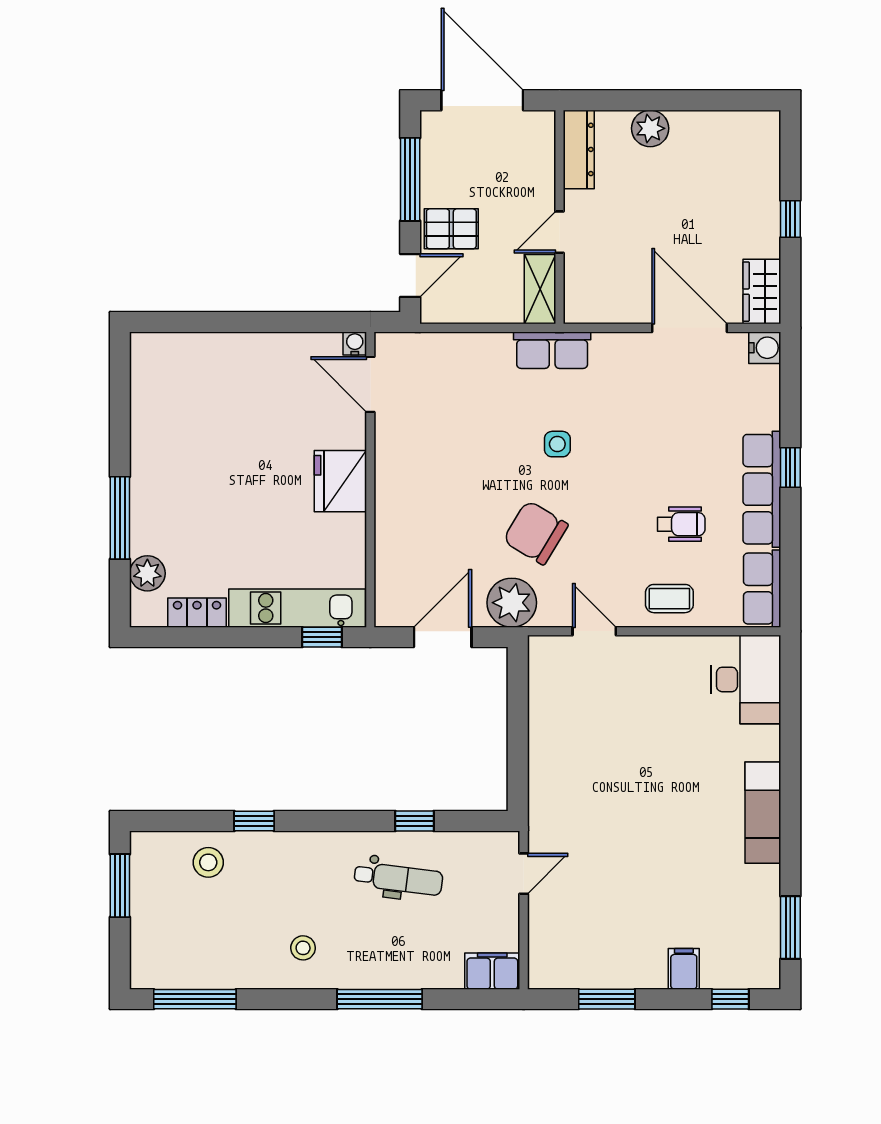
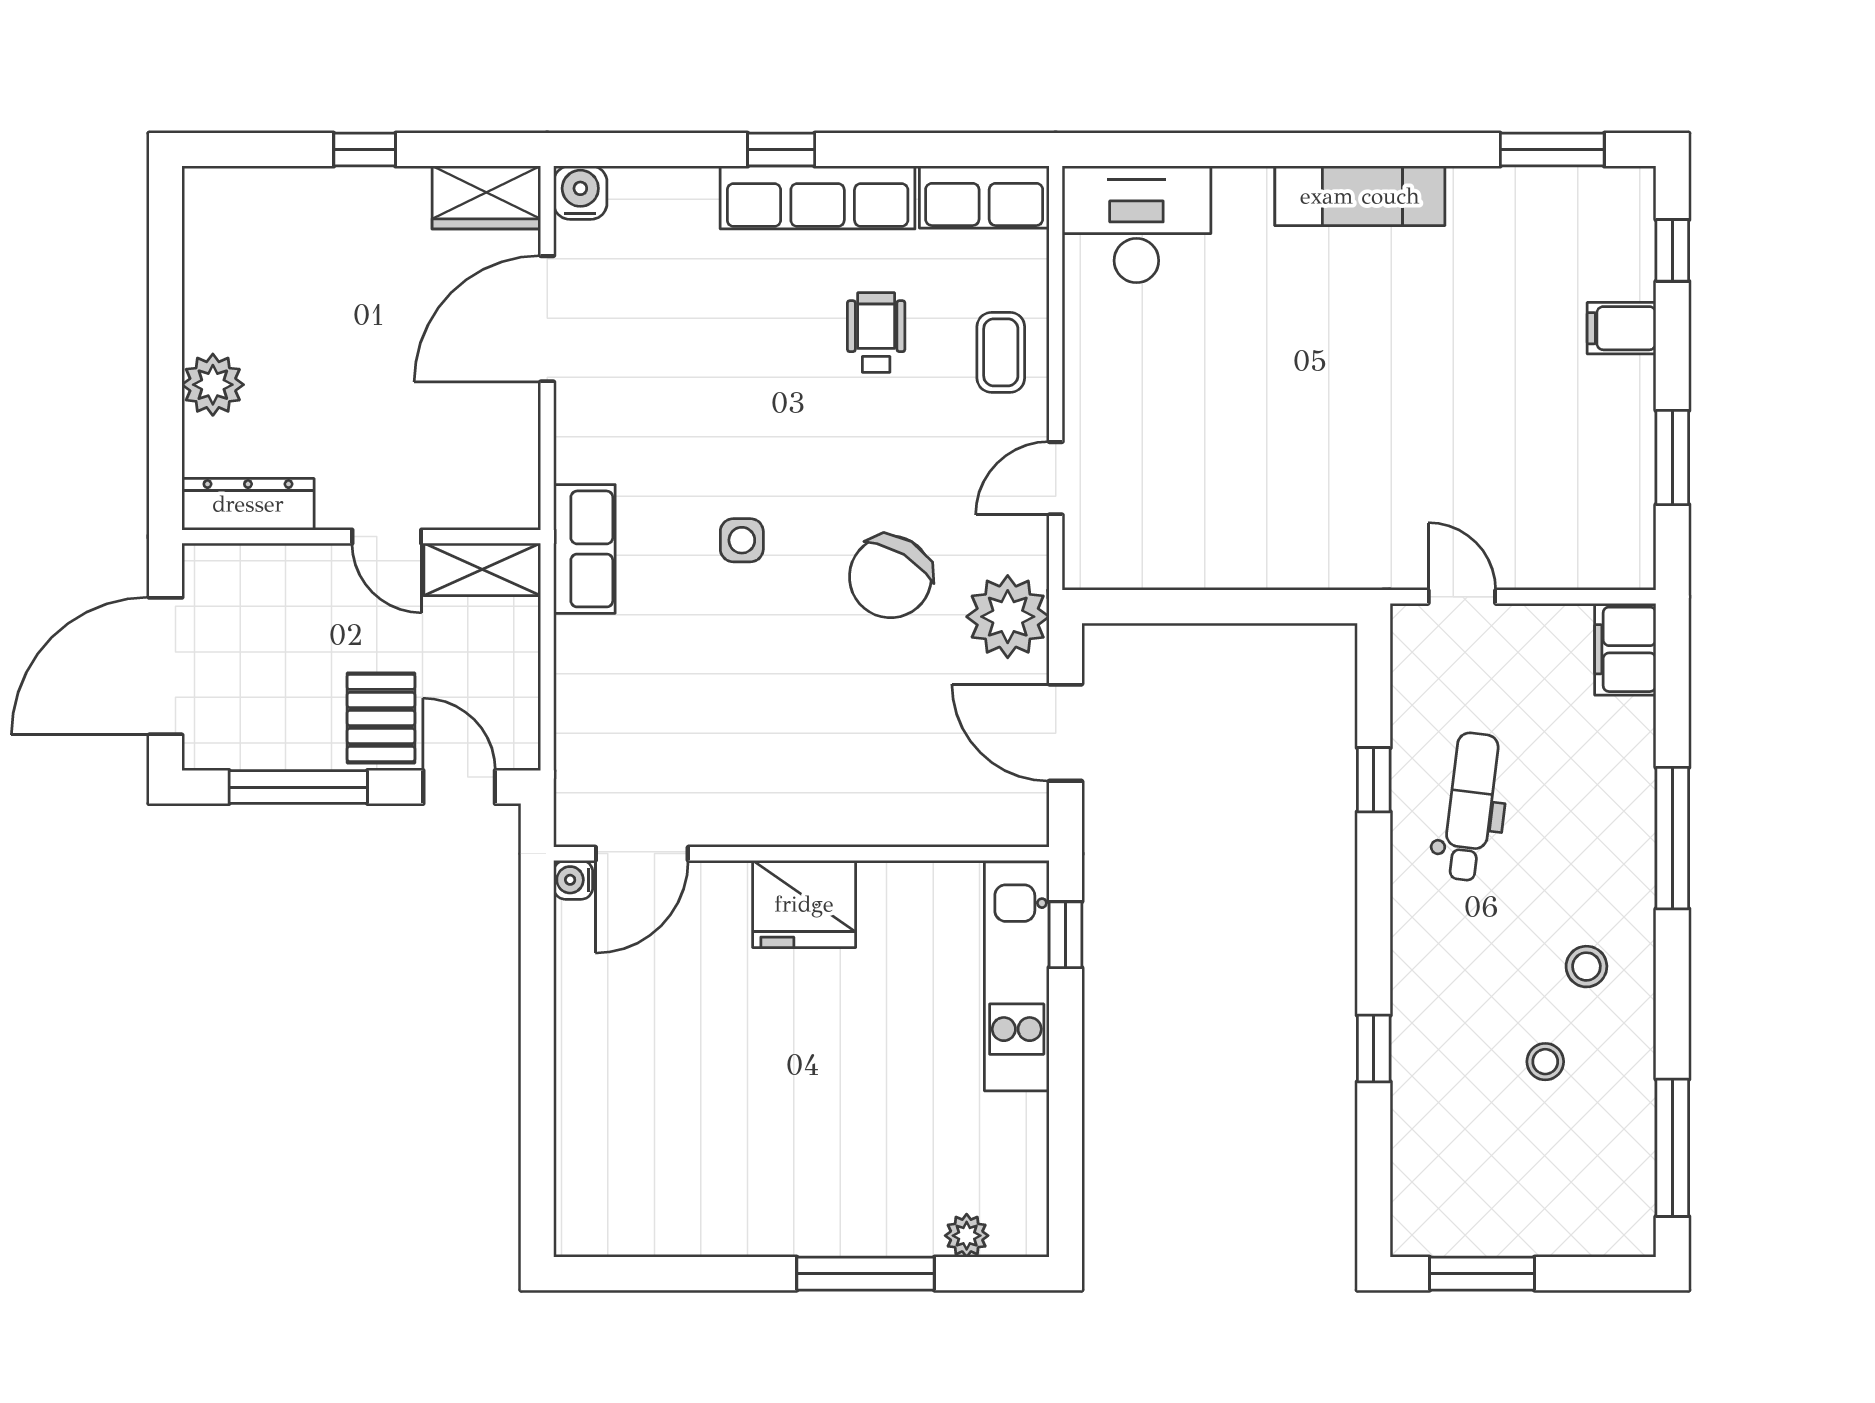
plant: (147, 573) -> (967, 1236), width x0.73, depth x0.73
locker: (197, 613) -> (1024, 1144), removed
stool: (208, 862) -> (1545, 1062), moved, width x0.73, depth x0.73

